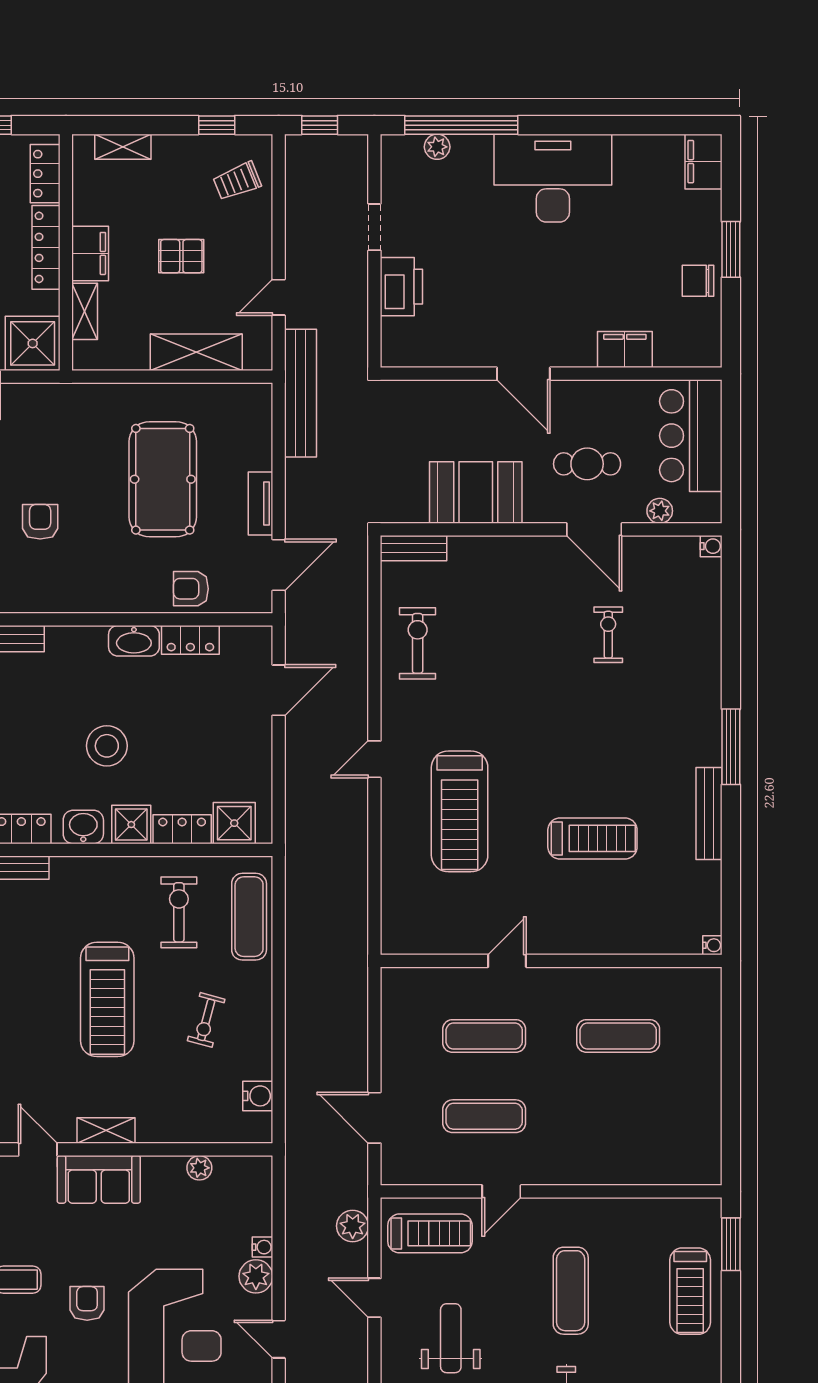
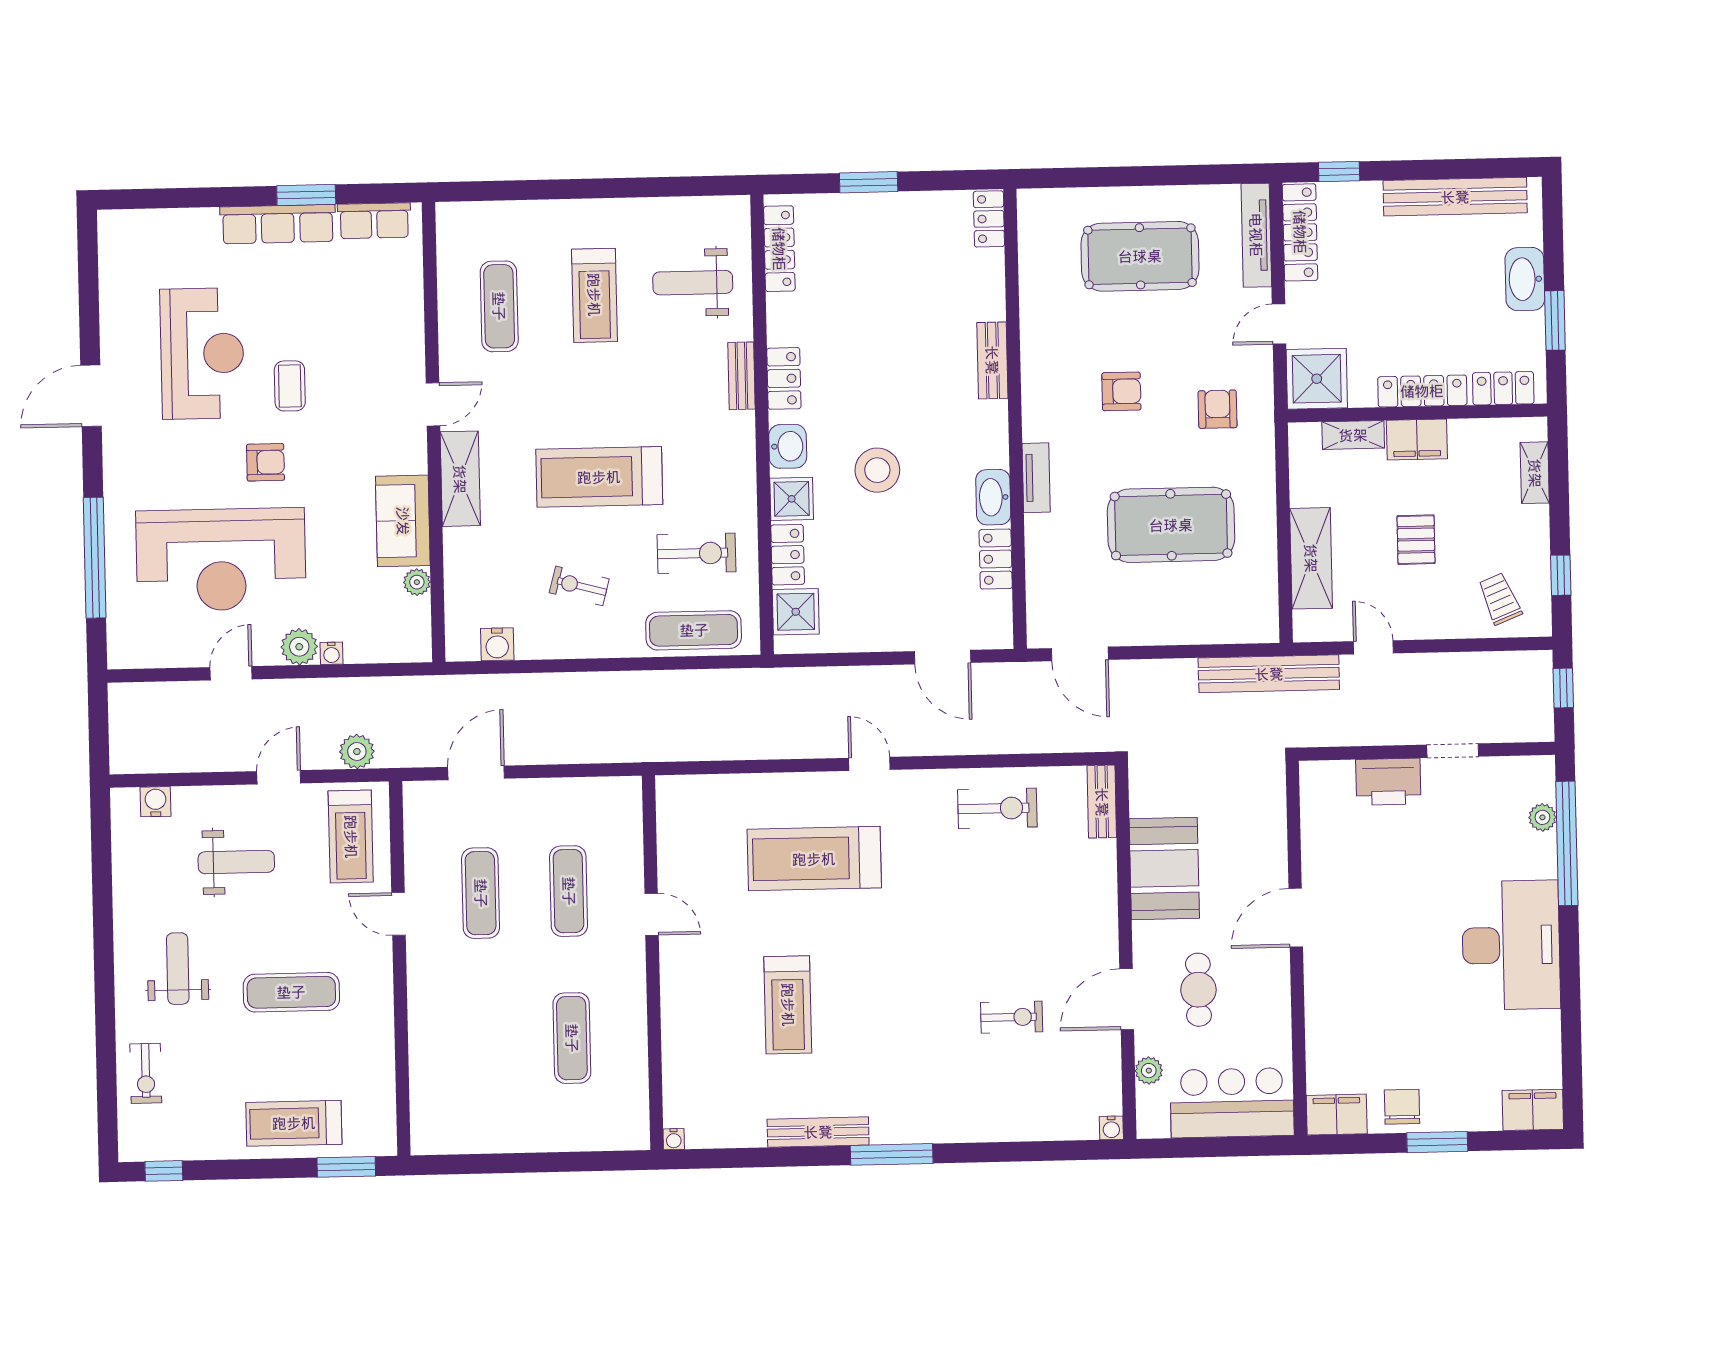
filing cabinet: (625, 350) -> (1337, 1115), moved, turned -90
tv unit: (261, 504) -> (1036, 478), moved, turned 90
armchair: (191, 589) -> (1218, 409), moved
shelving: (106, 1130) -> (460, 479), width x1.50, depth x1.33
sofa: (99, 1179) -> (403, 521), moved

